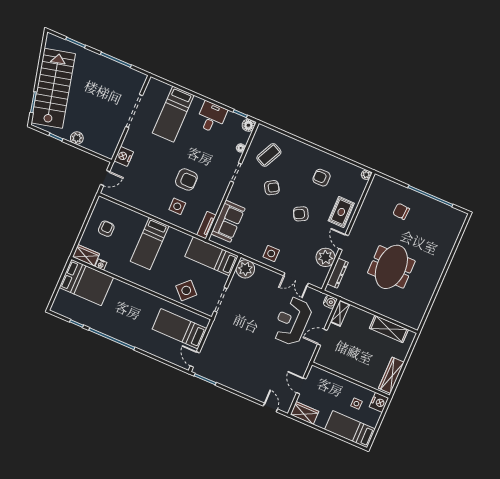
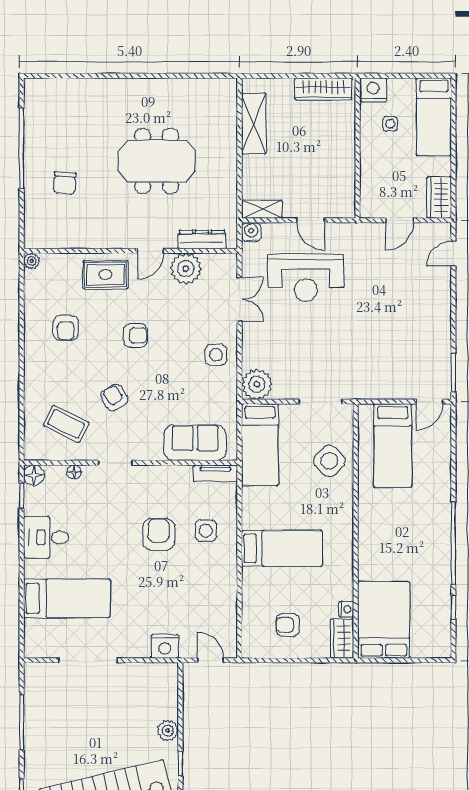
armchair: (301, 214) -> (135, 336), turned -63

